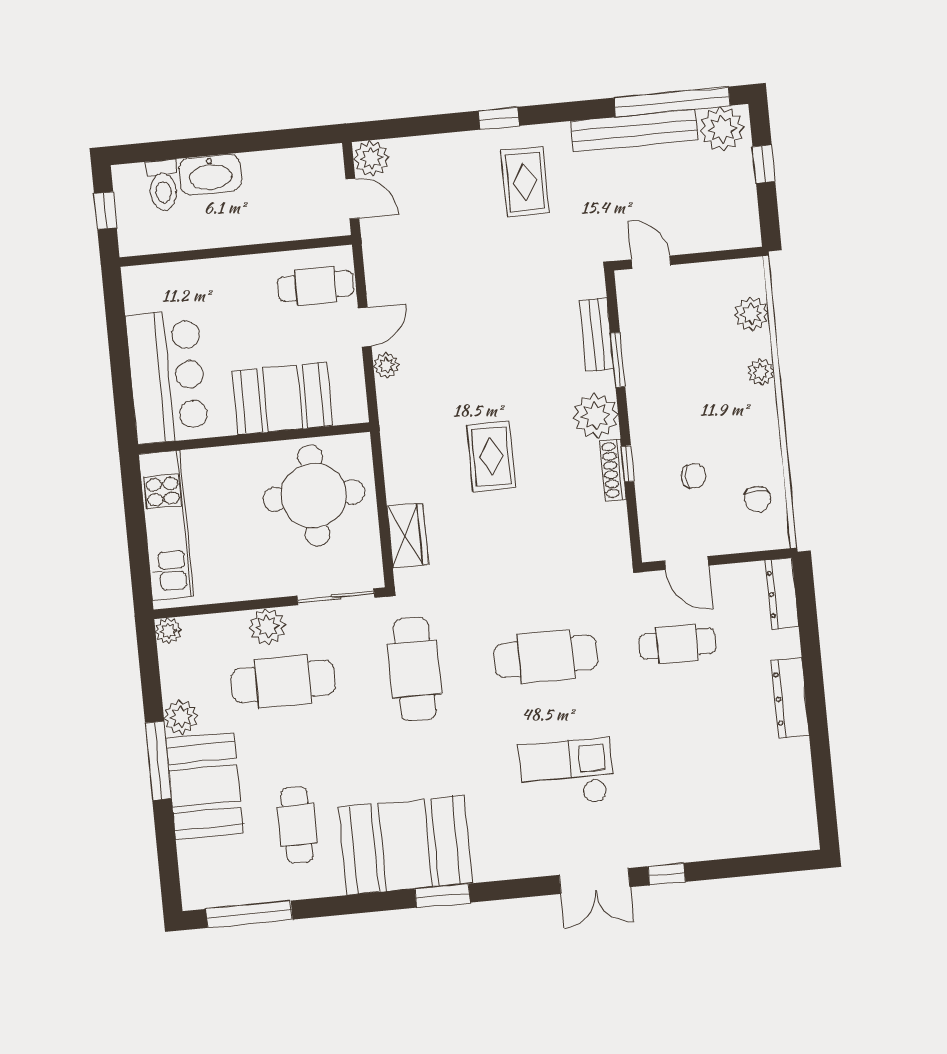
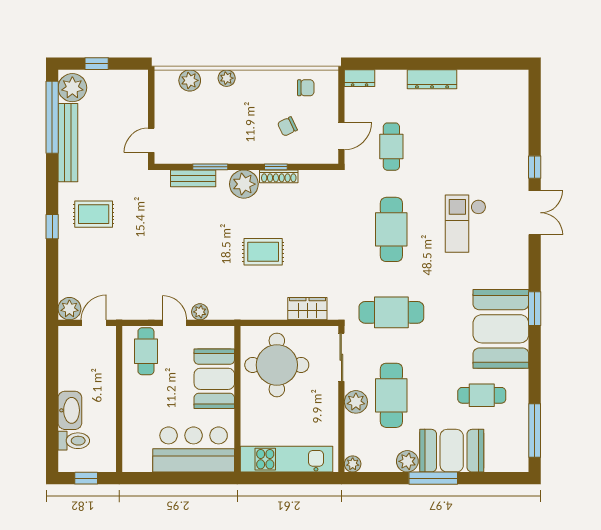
chair: (693, 476) -> (287, 126), turned -115
dresser: (782, 593) -> (360, 78), width x0.70

